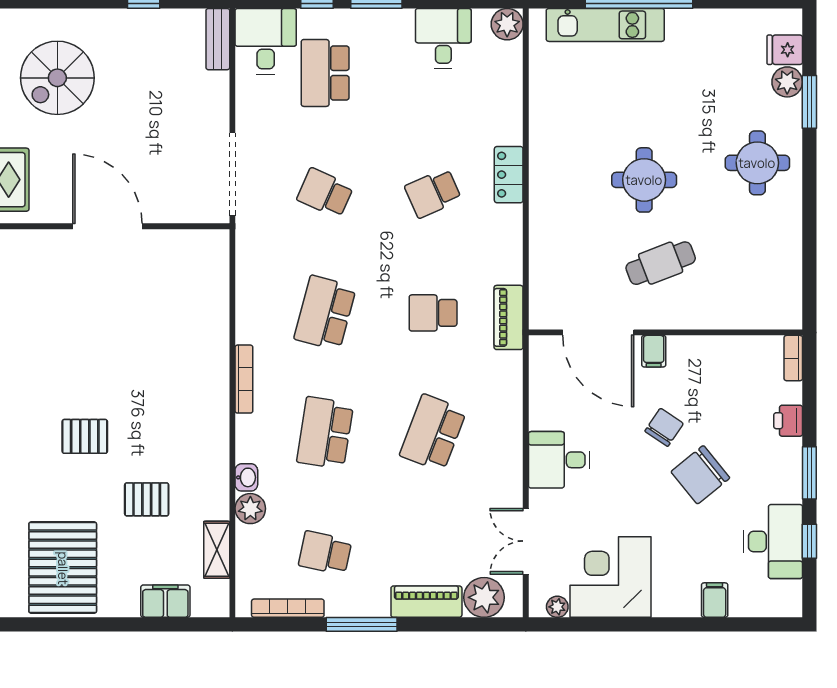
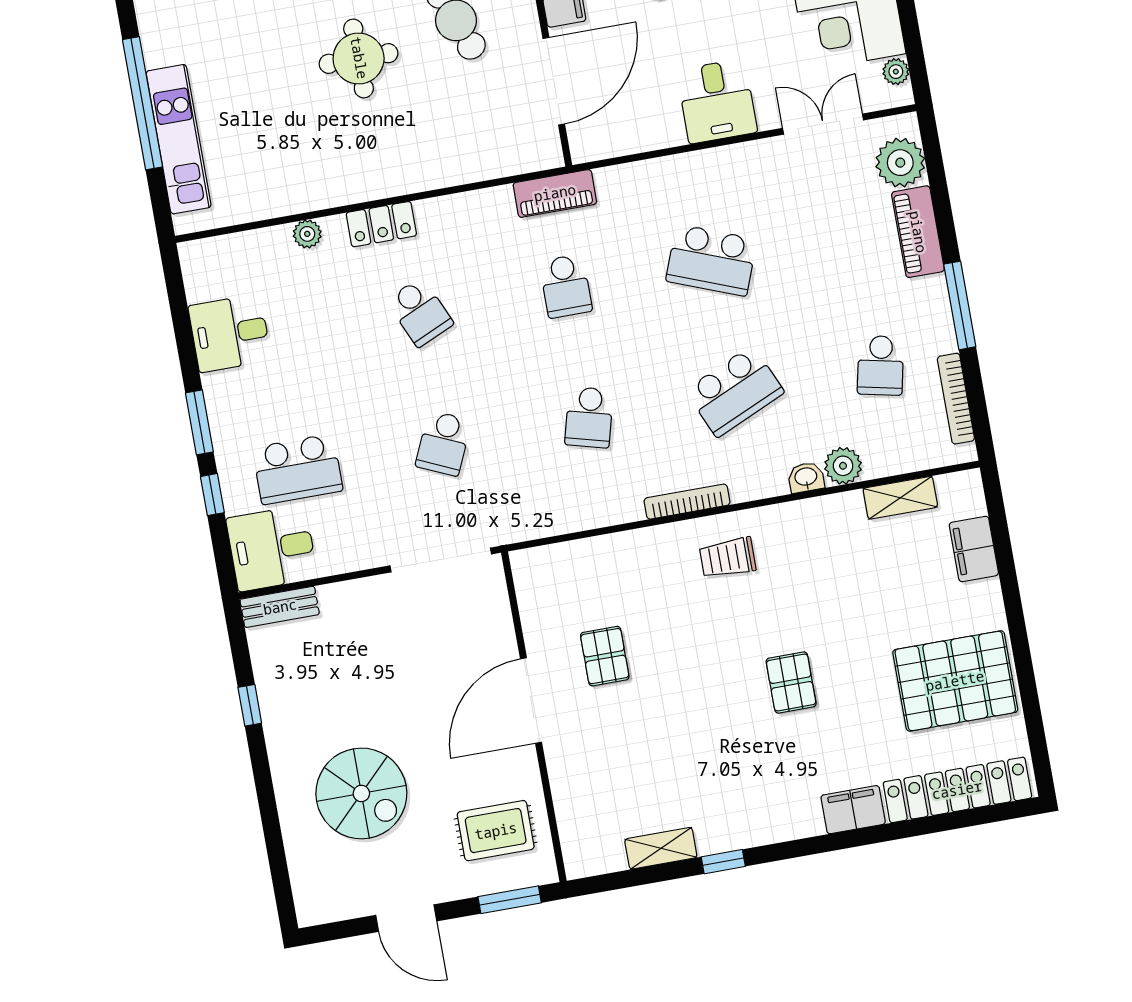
plant: (507, 24) -> (307, 234), moved, width x0.73, depth x0.73
school desk: (325, 313) -> (589, 417), width x0.54
trolley: (193, 403) -> (728, 558), added
school desk: (325, 433) -> (735, 391), turned -33
pallet: (147, 499) -> (605, 656), moved
double door: (526, 541) -> (823, 124), swing flipped

